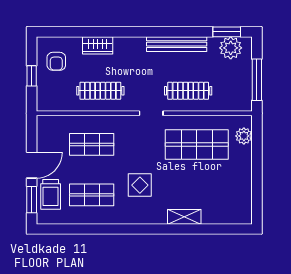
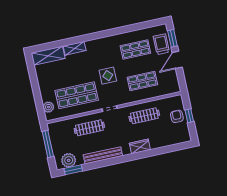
wardrobe: (98, 45) -> (140, 146), moved
armchair: (56, 61) -> (177, 116), moved
display table: (140, 185) -> (108, 76), moved
shelving: (227, 214) -> (48, 56), added

